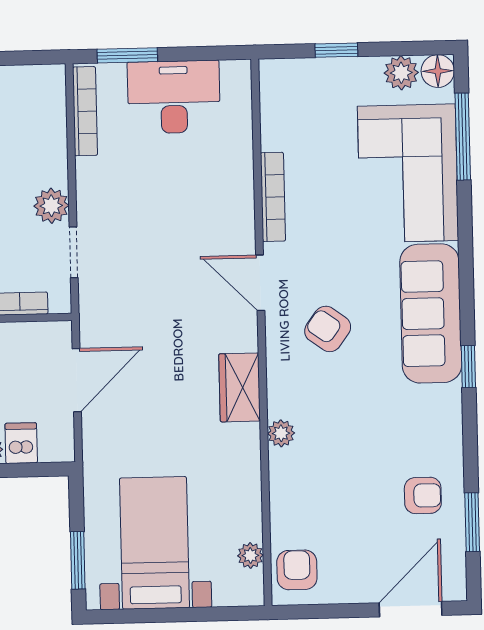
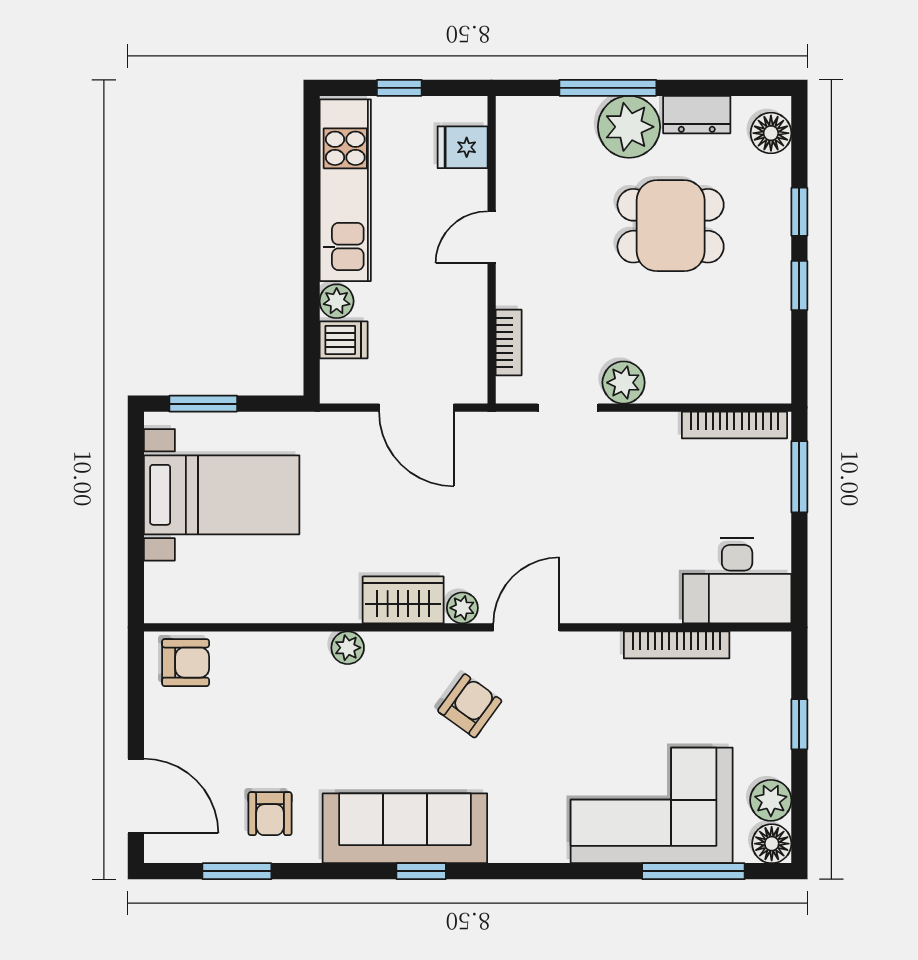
desk: (174, 97) -> (737, 581), moved, turned 90
bookcase: (273, 197) -> (677, 645), moved
sofa: (431, 313) -> (405, 828), moved
plant: (250, 556) -> (462, 608), moved

